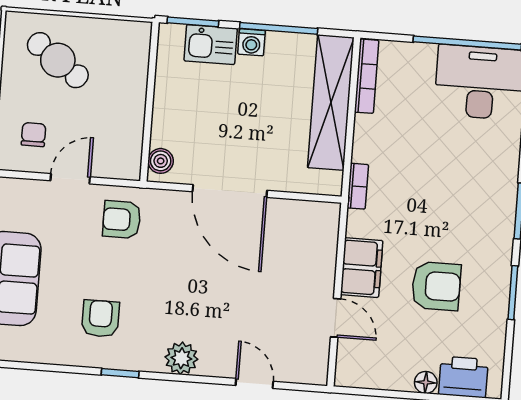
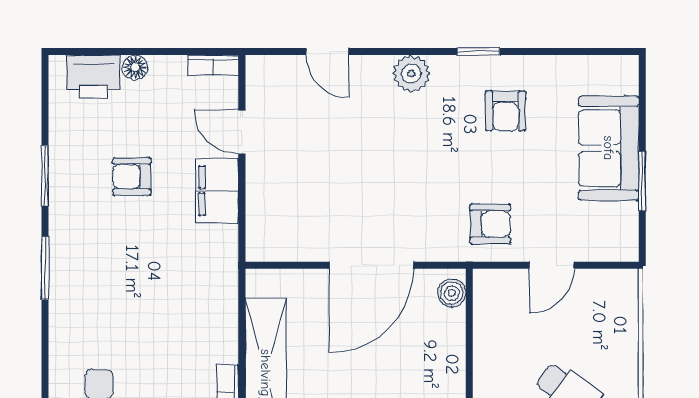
chair: (34, 135) -> (597, 312), removed
bookcase: (358, 186) -> (213, 65), moved, turned -90
door: (230, 191) -> (372, 265), swing flipped
armchair: (436, 286) -> (132, 176), width x0.72, depth x0.72

